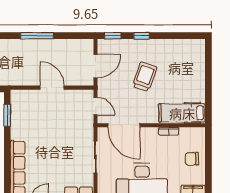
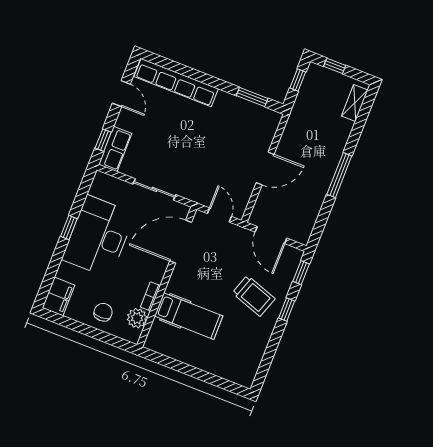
trolley: (145, 77) -> (254, 296), moved
door: (95, 106) -> (219, 215), swing flipped
hospital bed: (182, 113) -> (189, 316), moved, turned 90
plant: (187, 134) -> (137, 318), added

